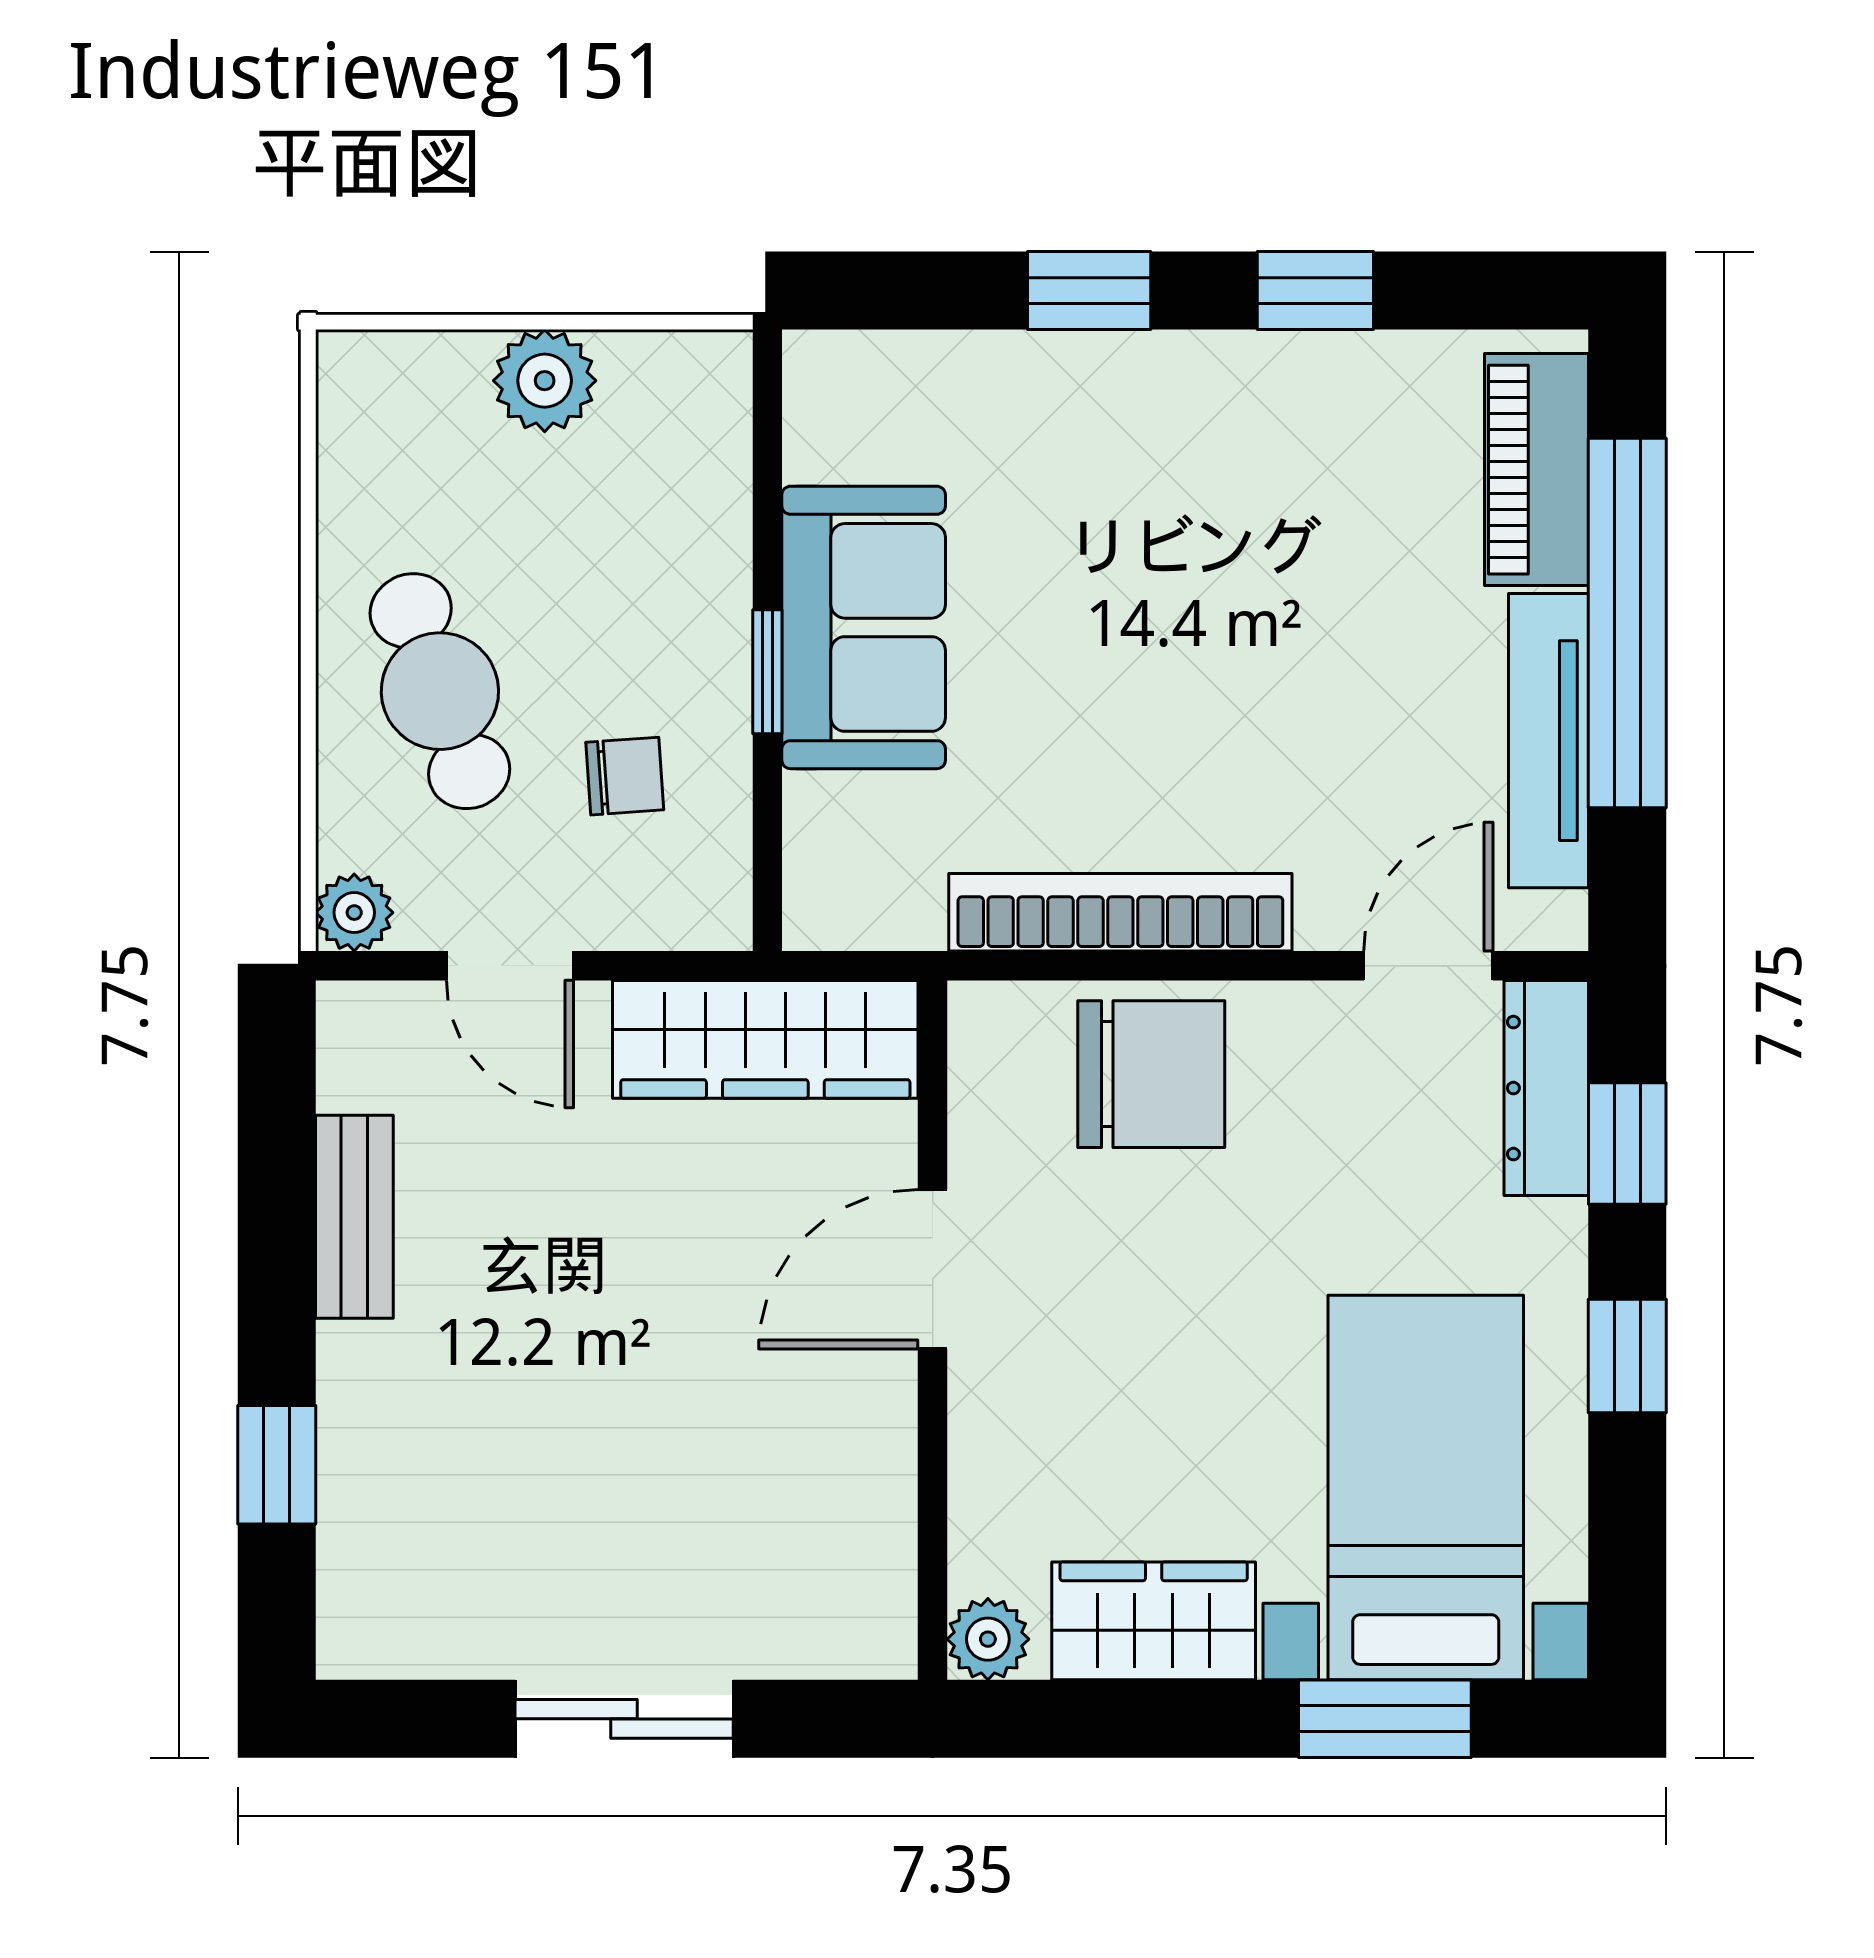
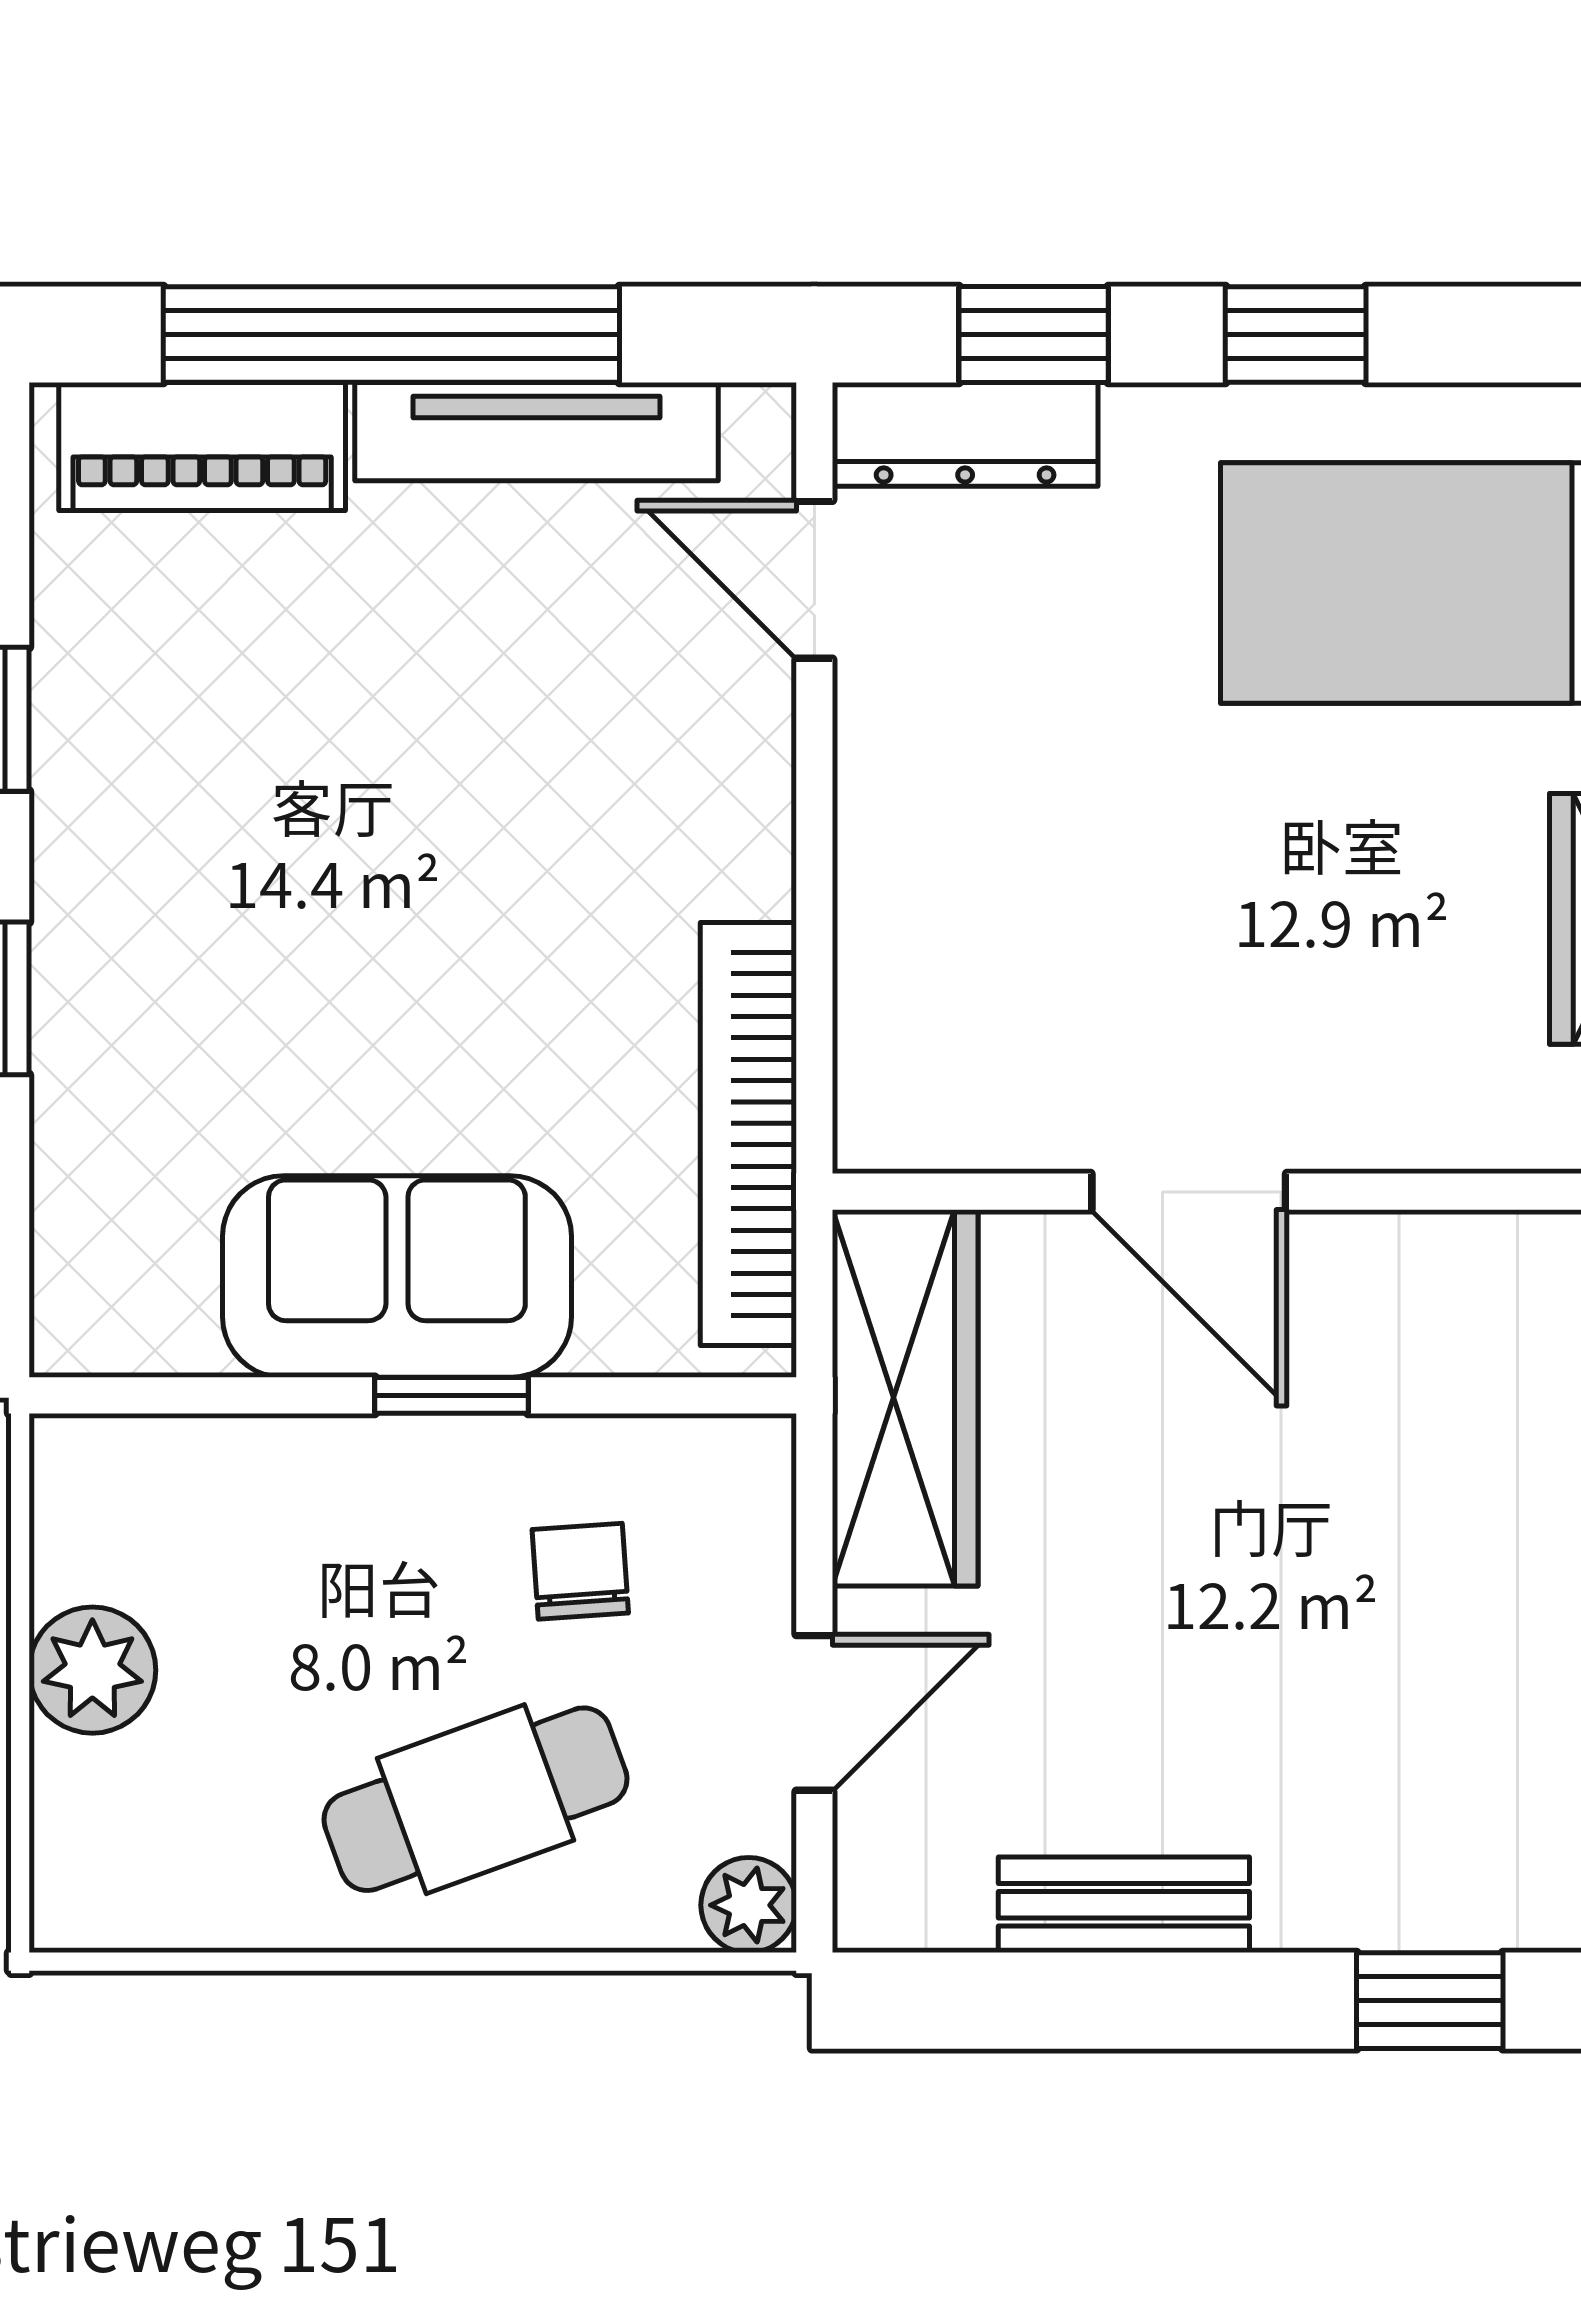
bookcase: (1120, 912) -> (748, 1134), moved
chair: (1151, 1074) -> (948, 922), removed

